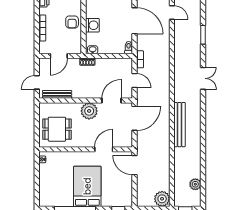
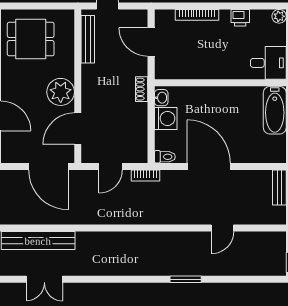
door: (134, 21) -> (209, 166), swing flipped
armchair: (72, 22) -> (207, 64), removed
washing machine: (92, 25) -> (166, 118), moved, turned -90
double door: (203, 78) -> (44, 279), moved
door: (111, 101) -> (78, 129), swing flipped
dining table: (57, 129) -> (31, 39), turned 90

